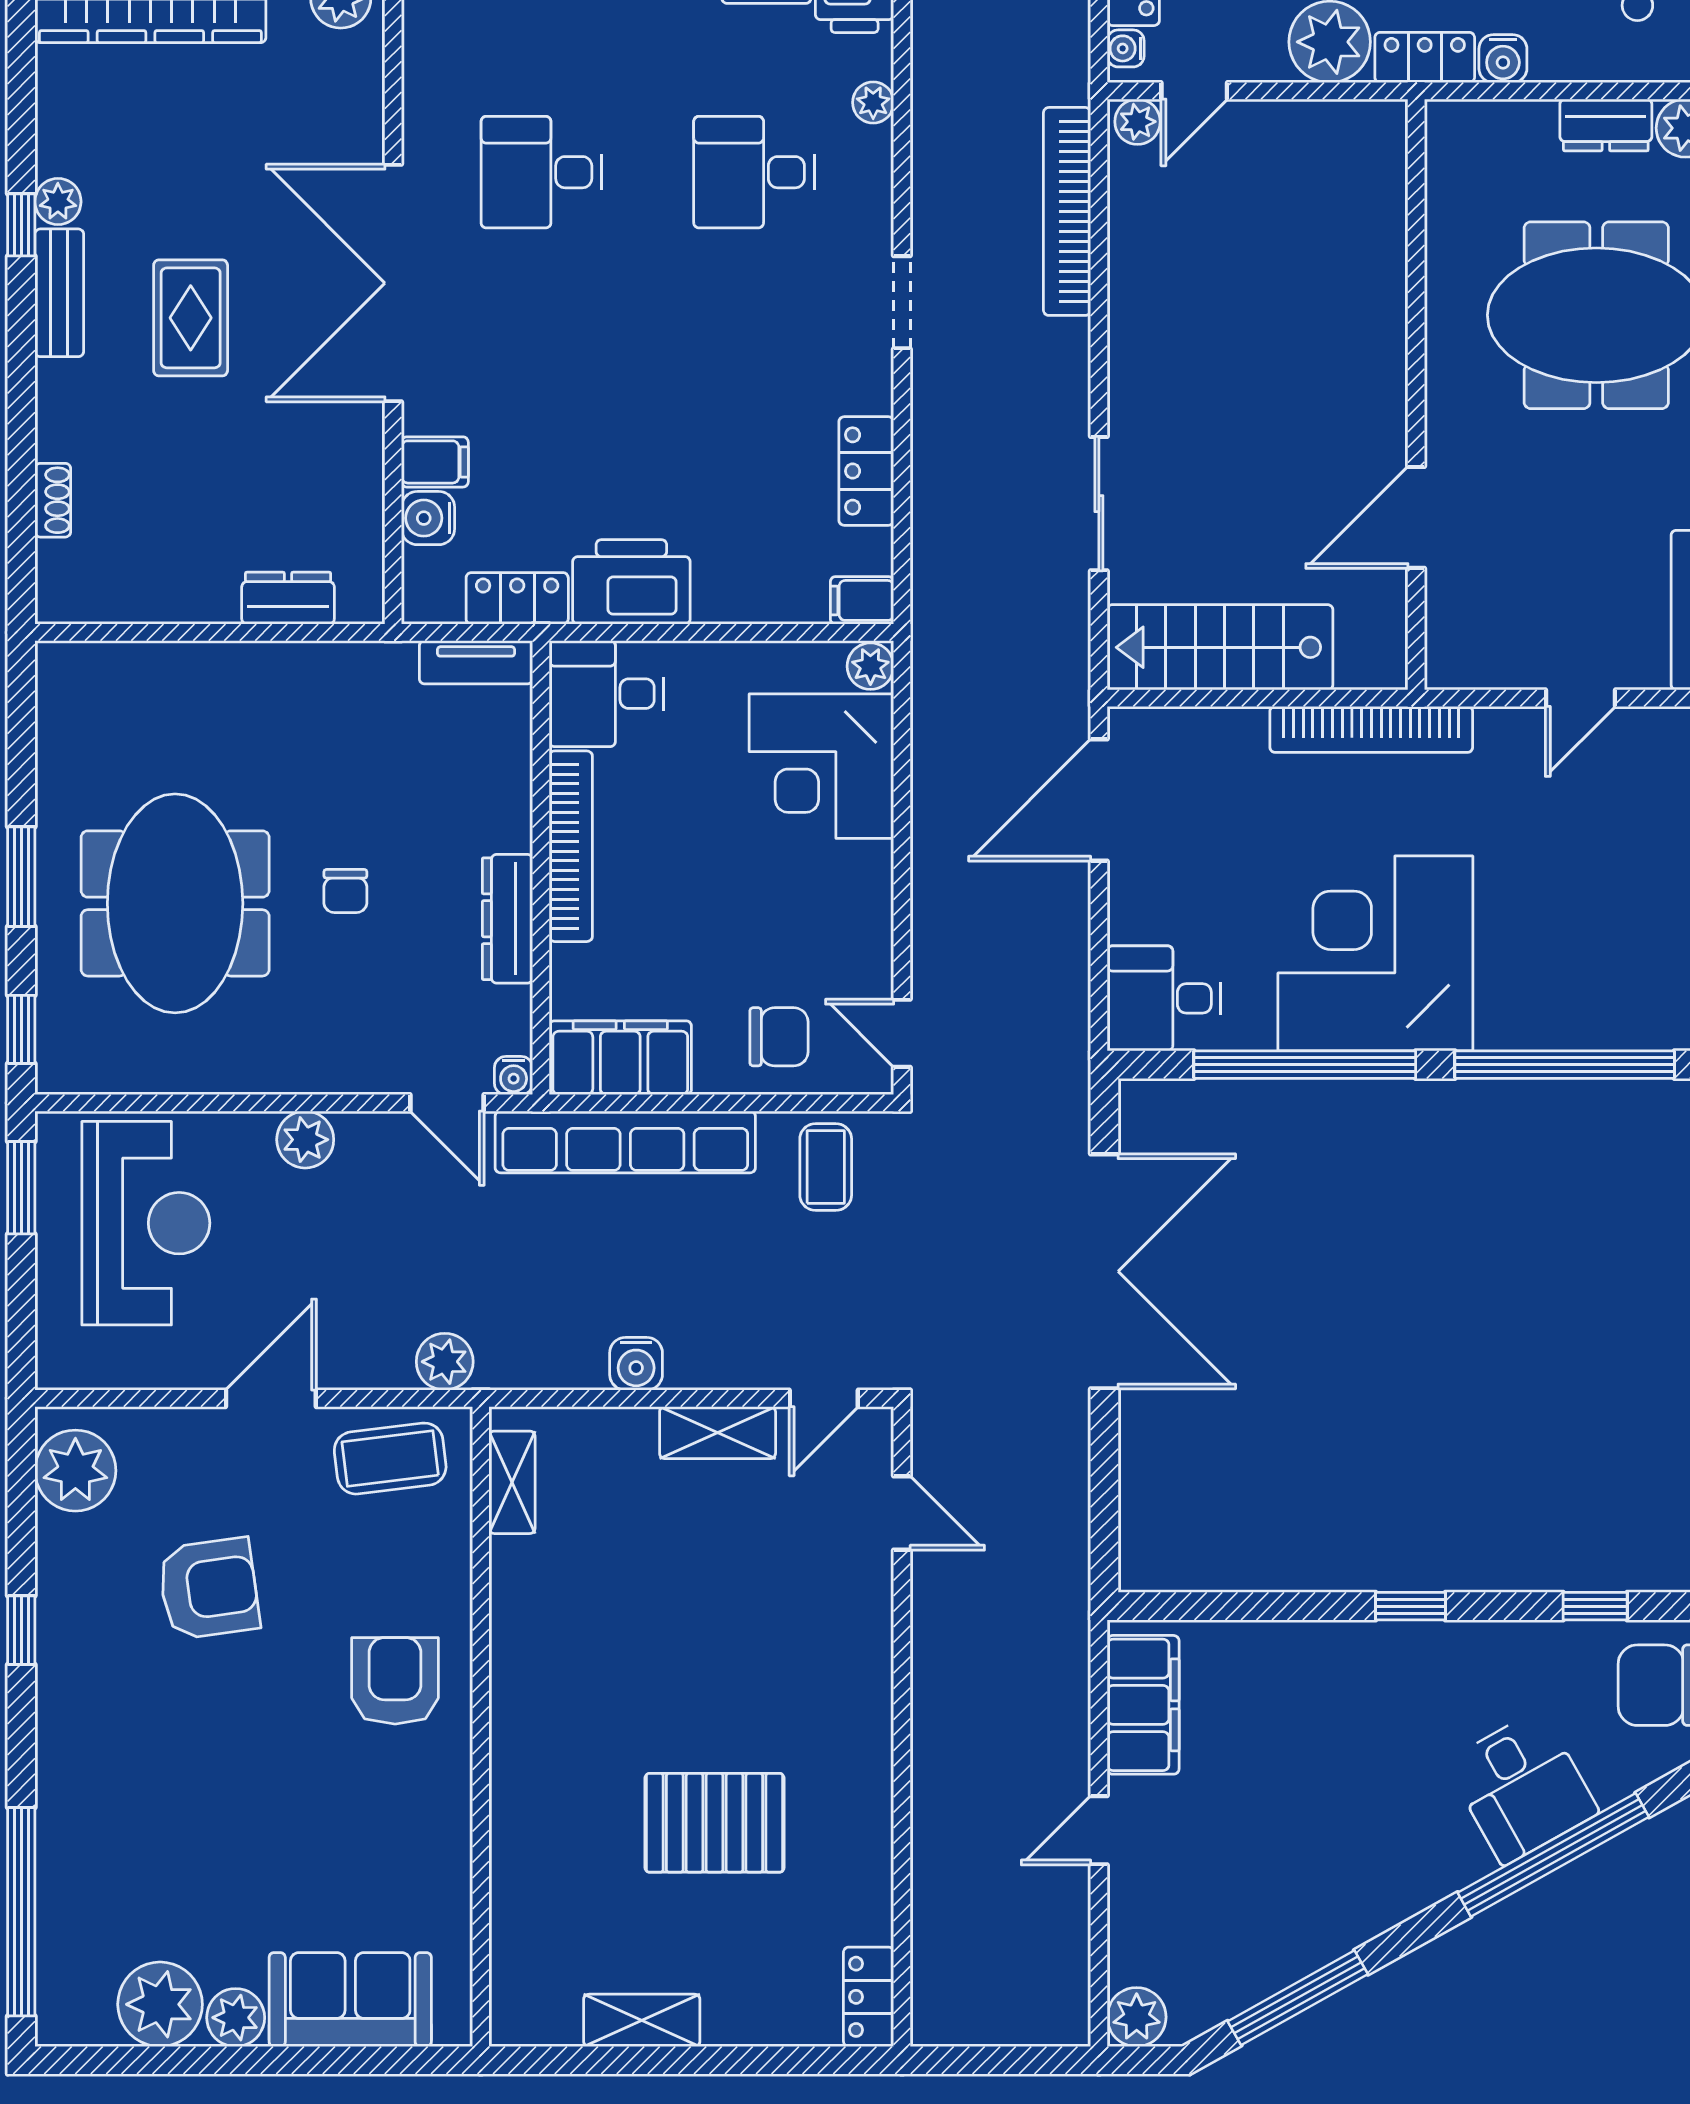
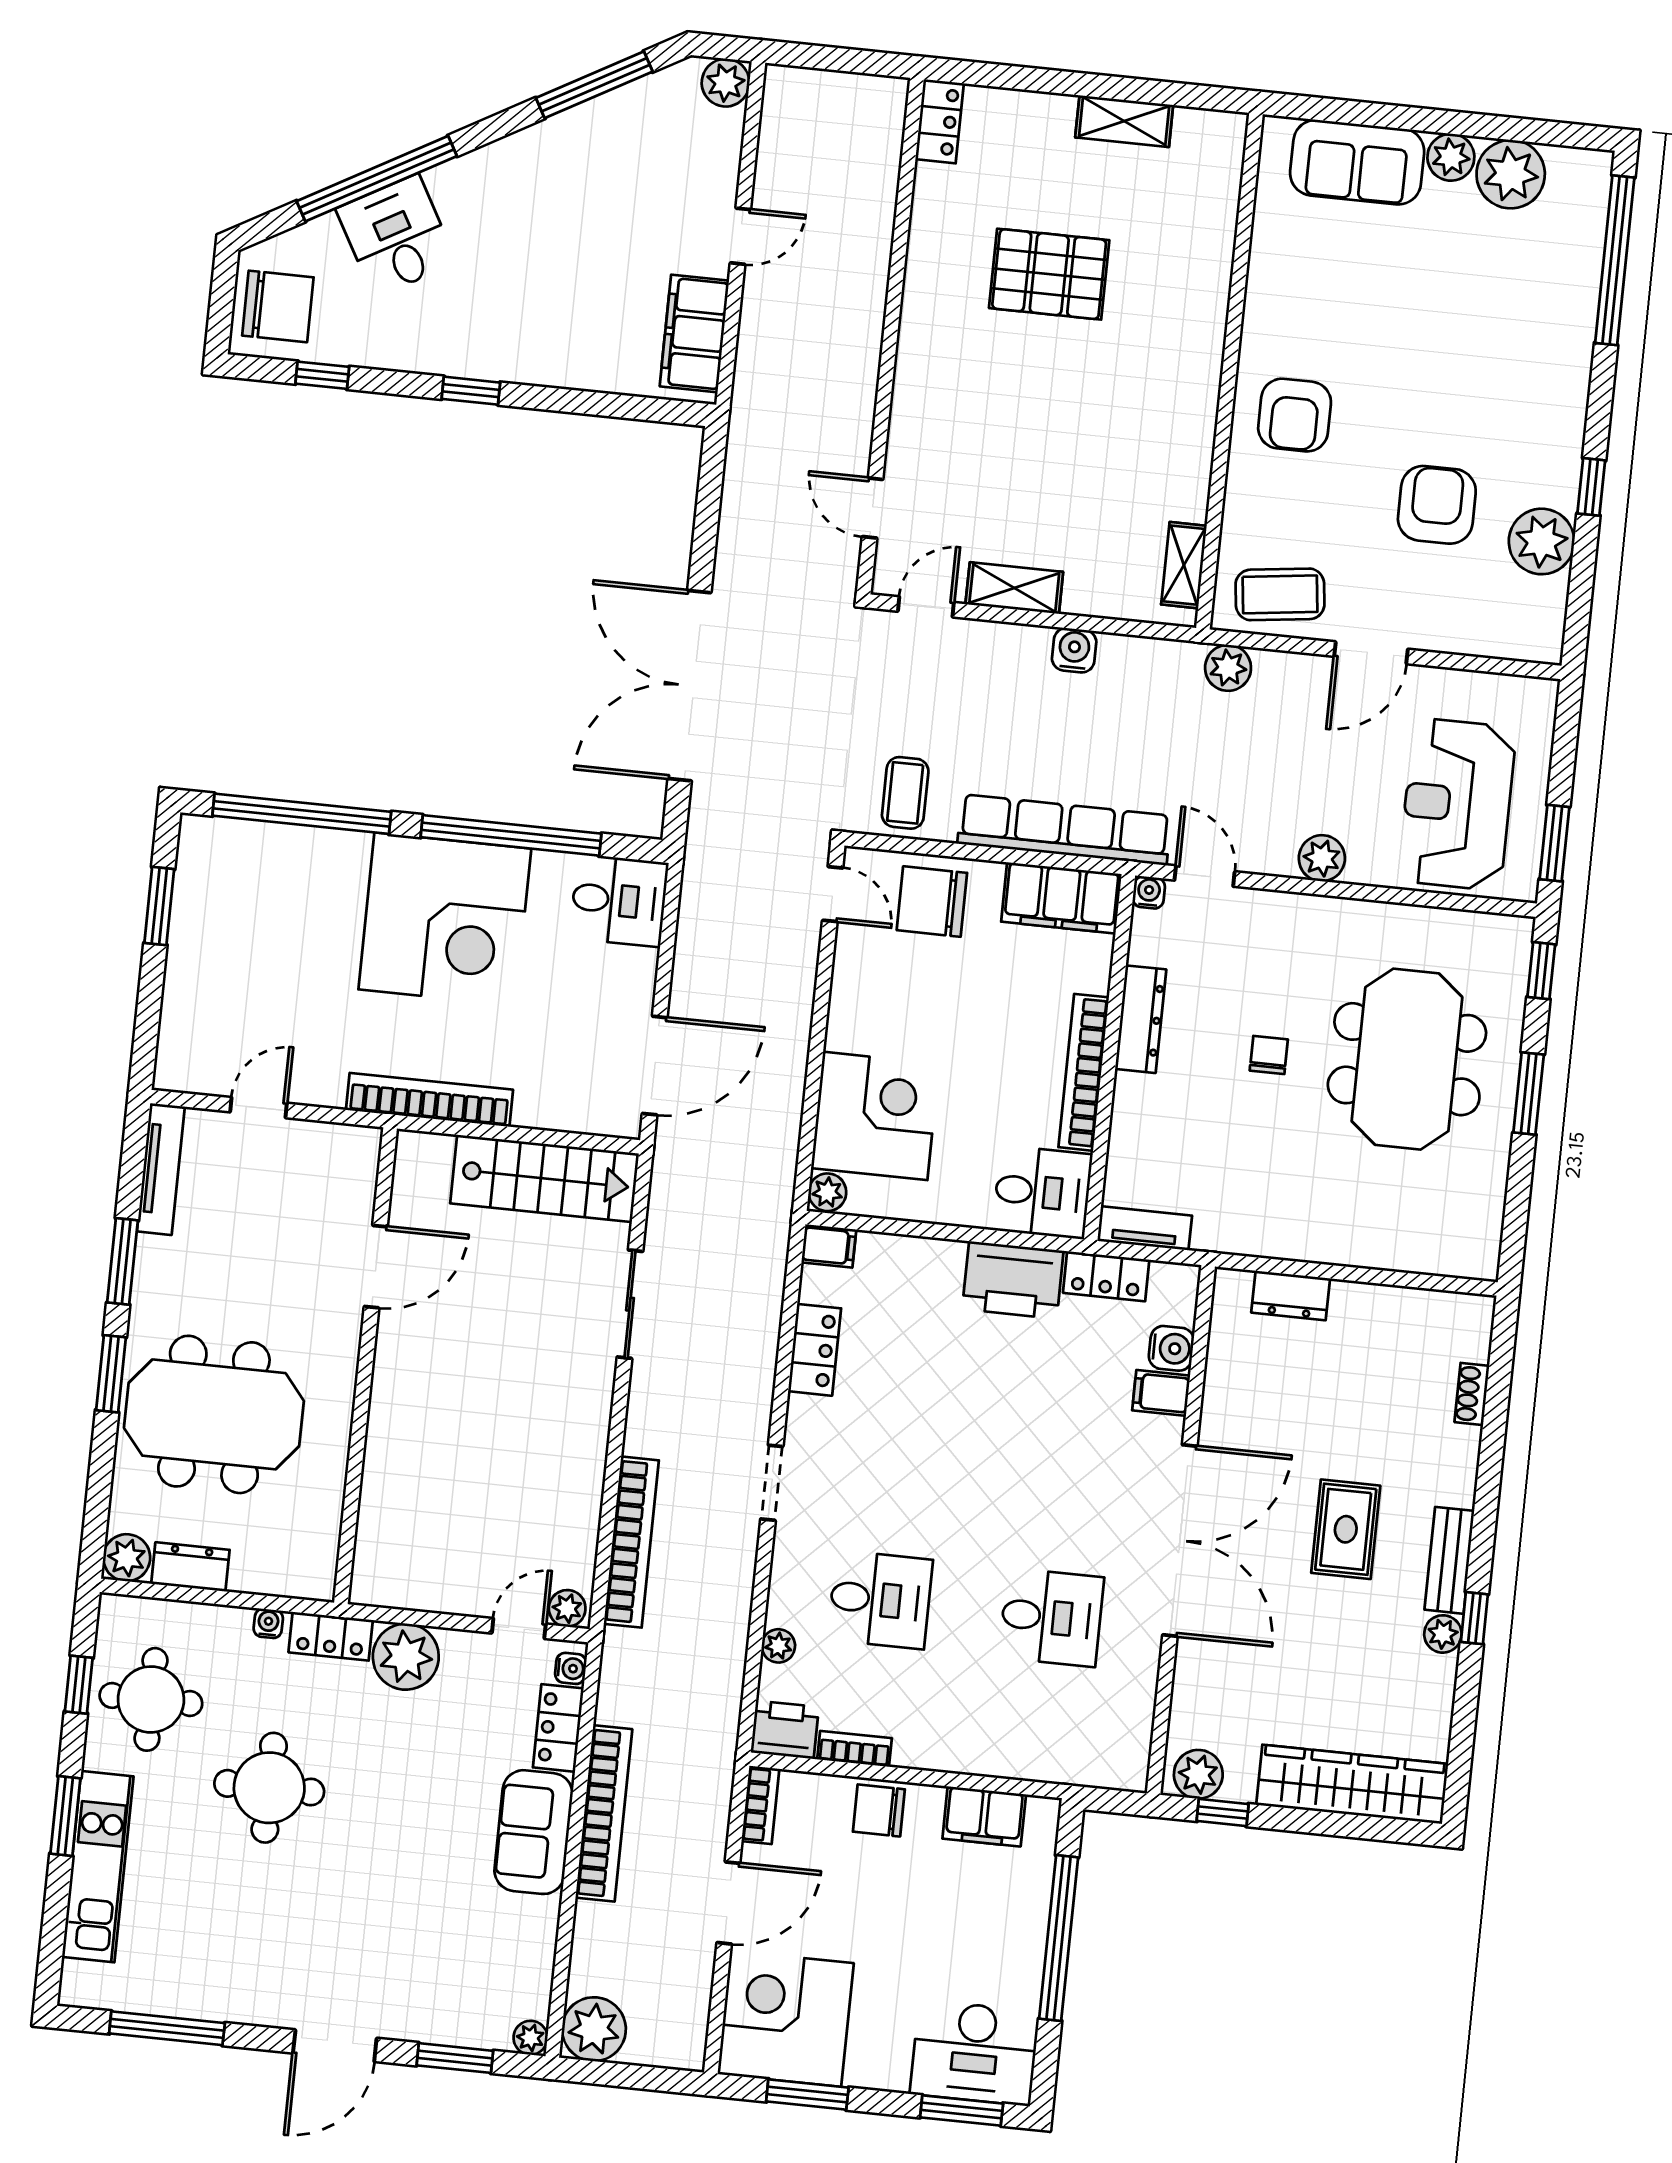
water cooler: (1503, 59) -> (268, 1623), width x0.72, depth x0.72
chair: (779, 1037) -> (932, 902), width x1.37, depth x1.37
plant: (75, 1471) -> (1542, 541), moved
armchair: (209, 1589) -> (1437, 505), turned 98

